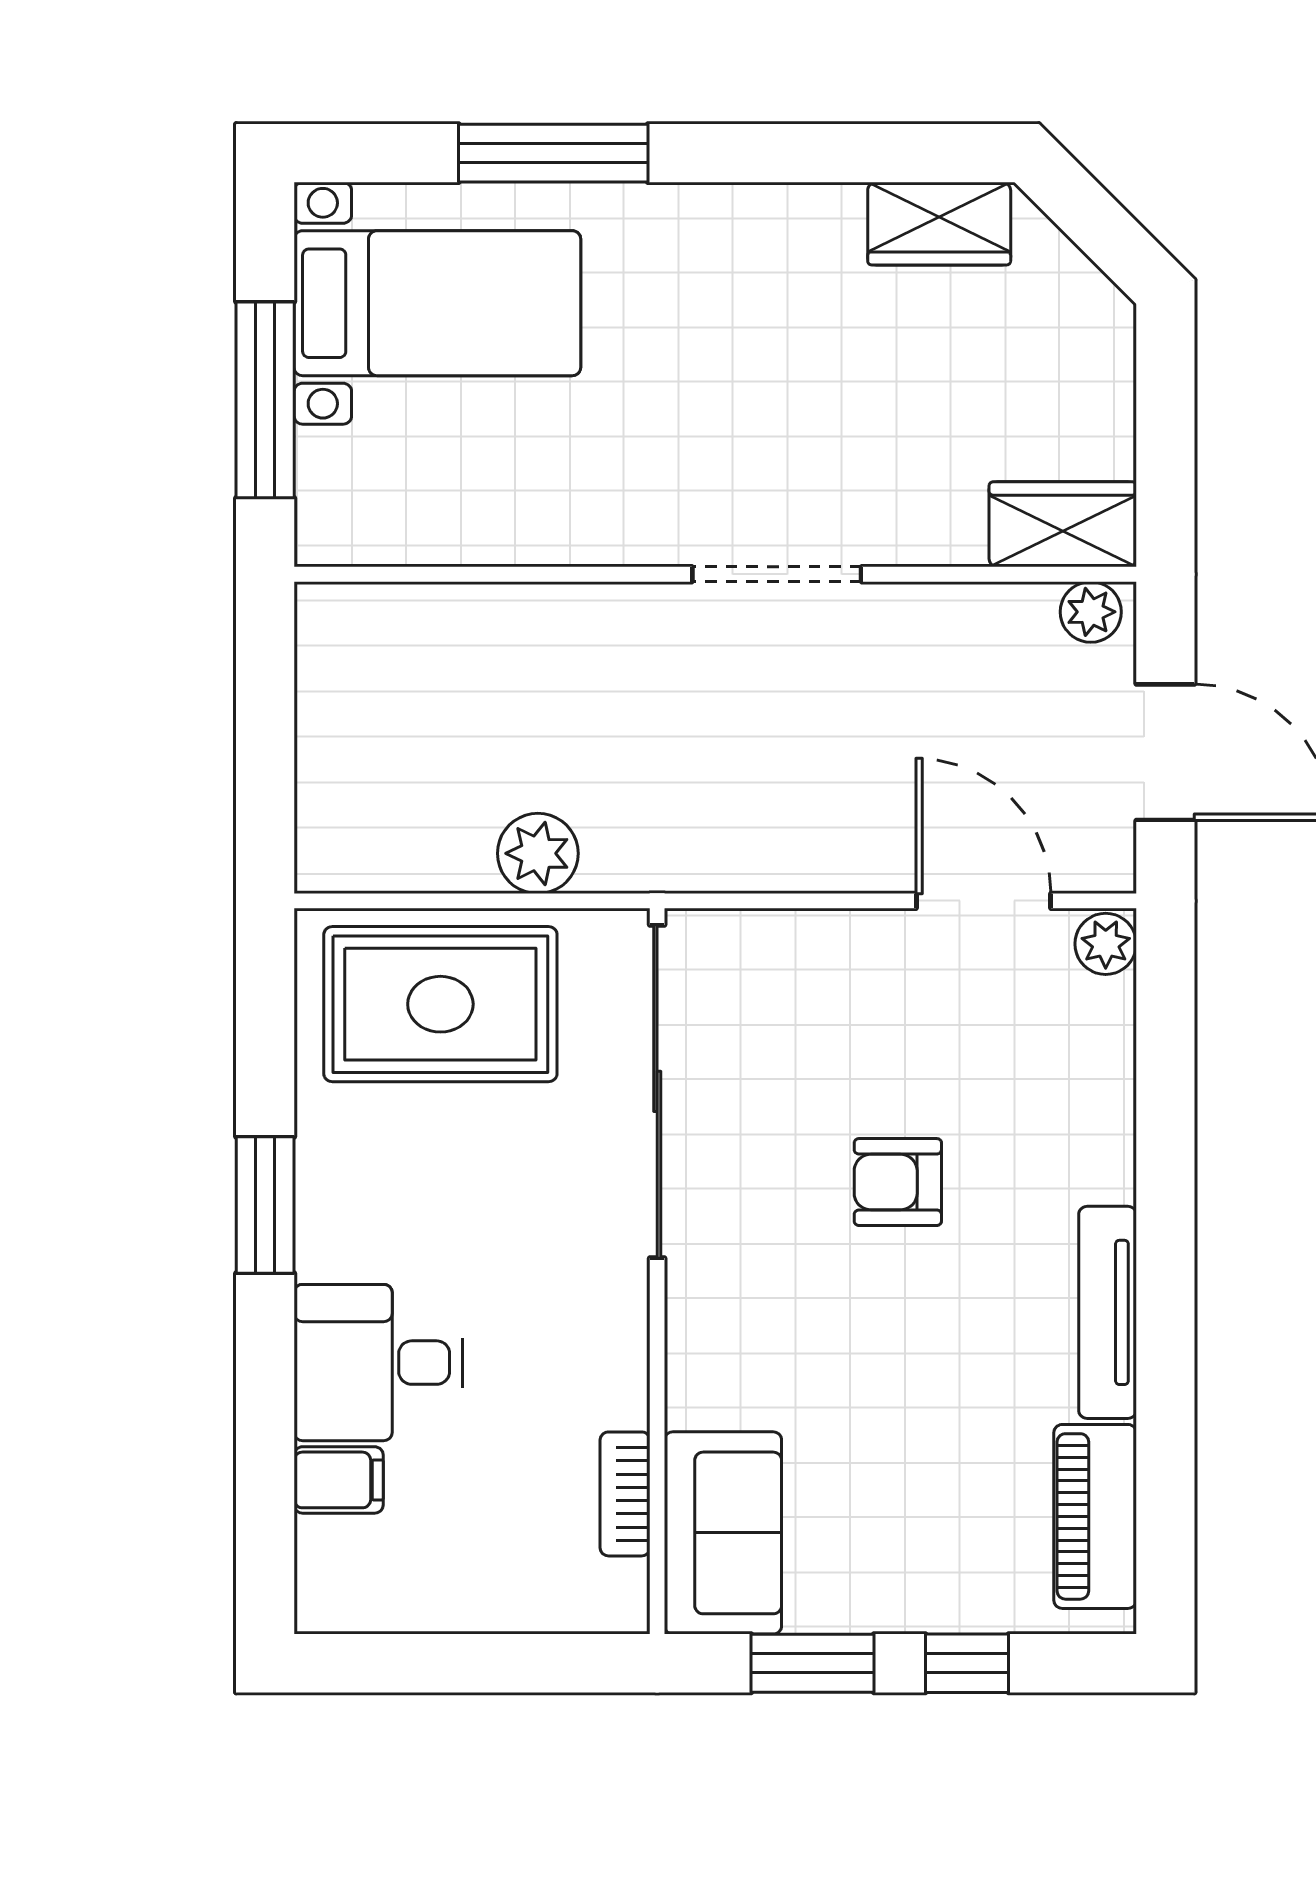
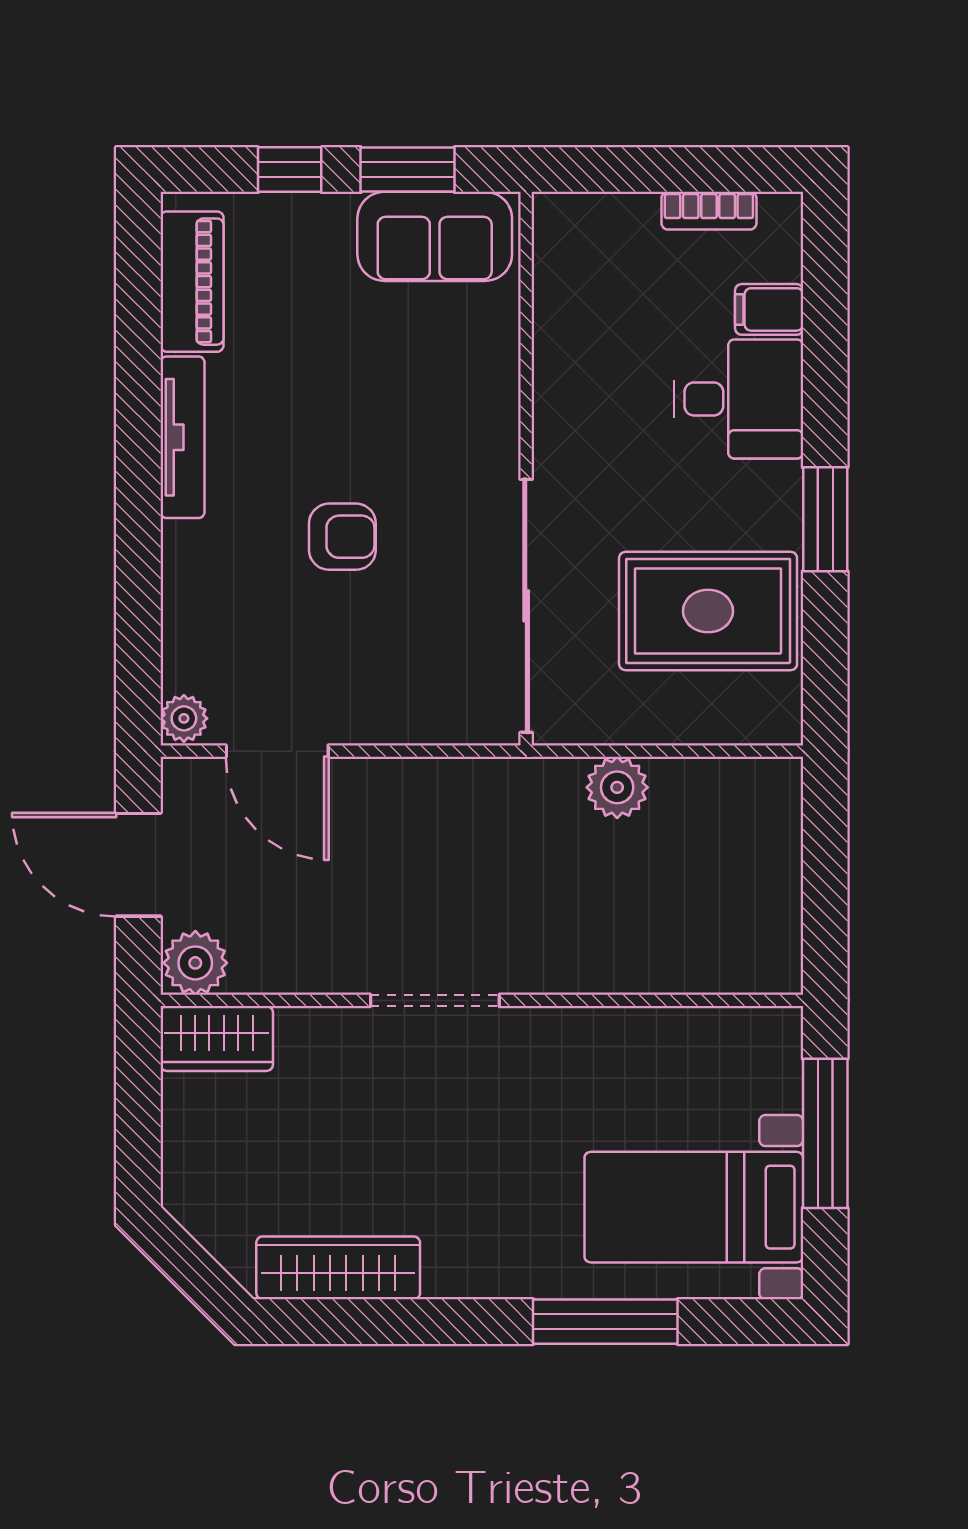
wardrobe: (939, 224) -> (338, 1268), width x1.50
plant: (1091, 612) -> (195, 963), width x1.38, depth x1.38
rug: (440, 1004) -> (708, 611), moved
bookcase: (625, 1494) -> (709, 211), moved, turned 90
sofa: (723, 1533) -> (435, 236), moved, turned -90

